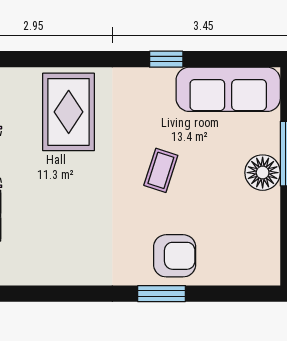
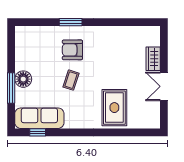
window: (166, 59) -> (38, 132), moved
armchair: (175, 256) -> (72, 50), moved

